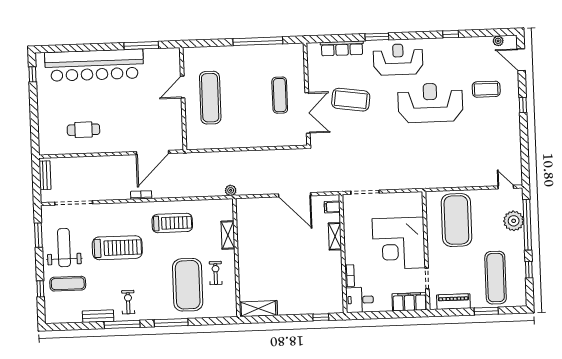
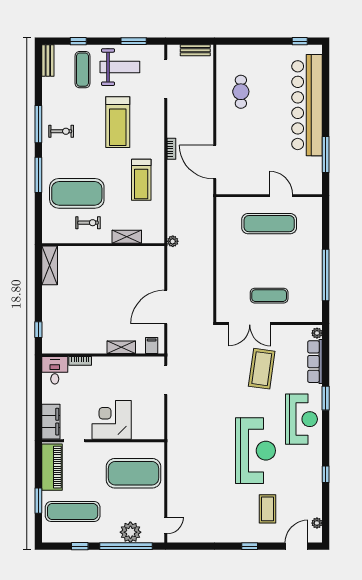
plant: (314, 48) -> (317, 333), added
corner desk: (399, 243) -> (112, 420), width x0.74, depth x0.74
piano: (453, 302) -> (52, 467), width x1.37, depth x1.33
bench: (98, 316) -> (48, 60), moved

